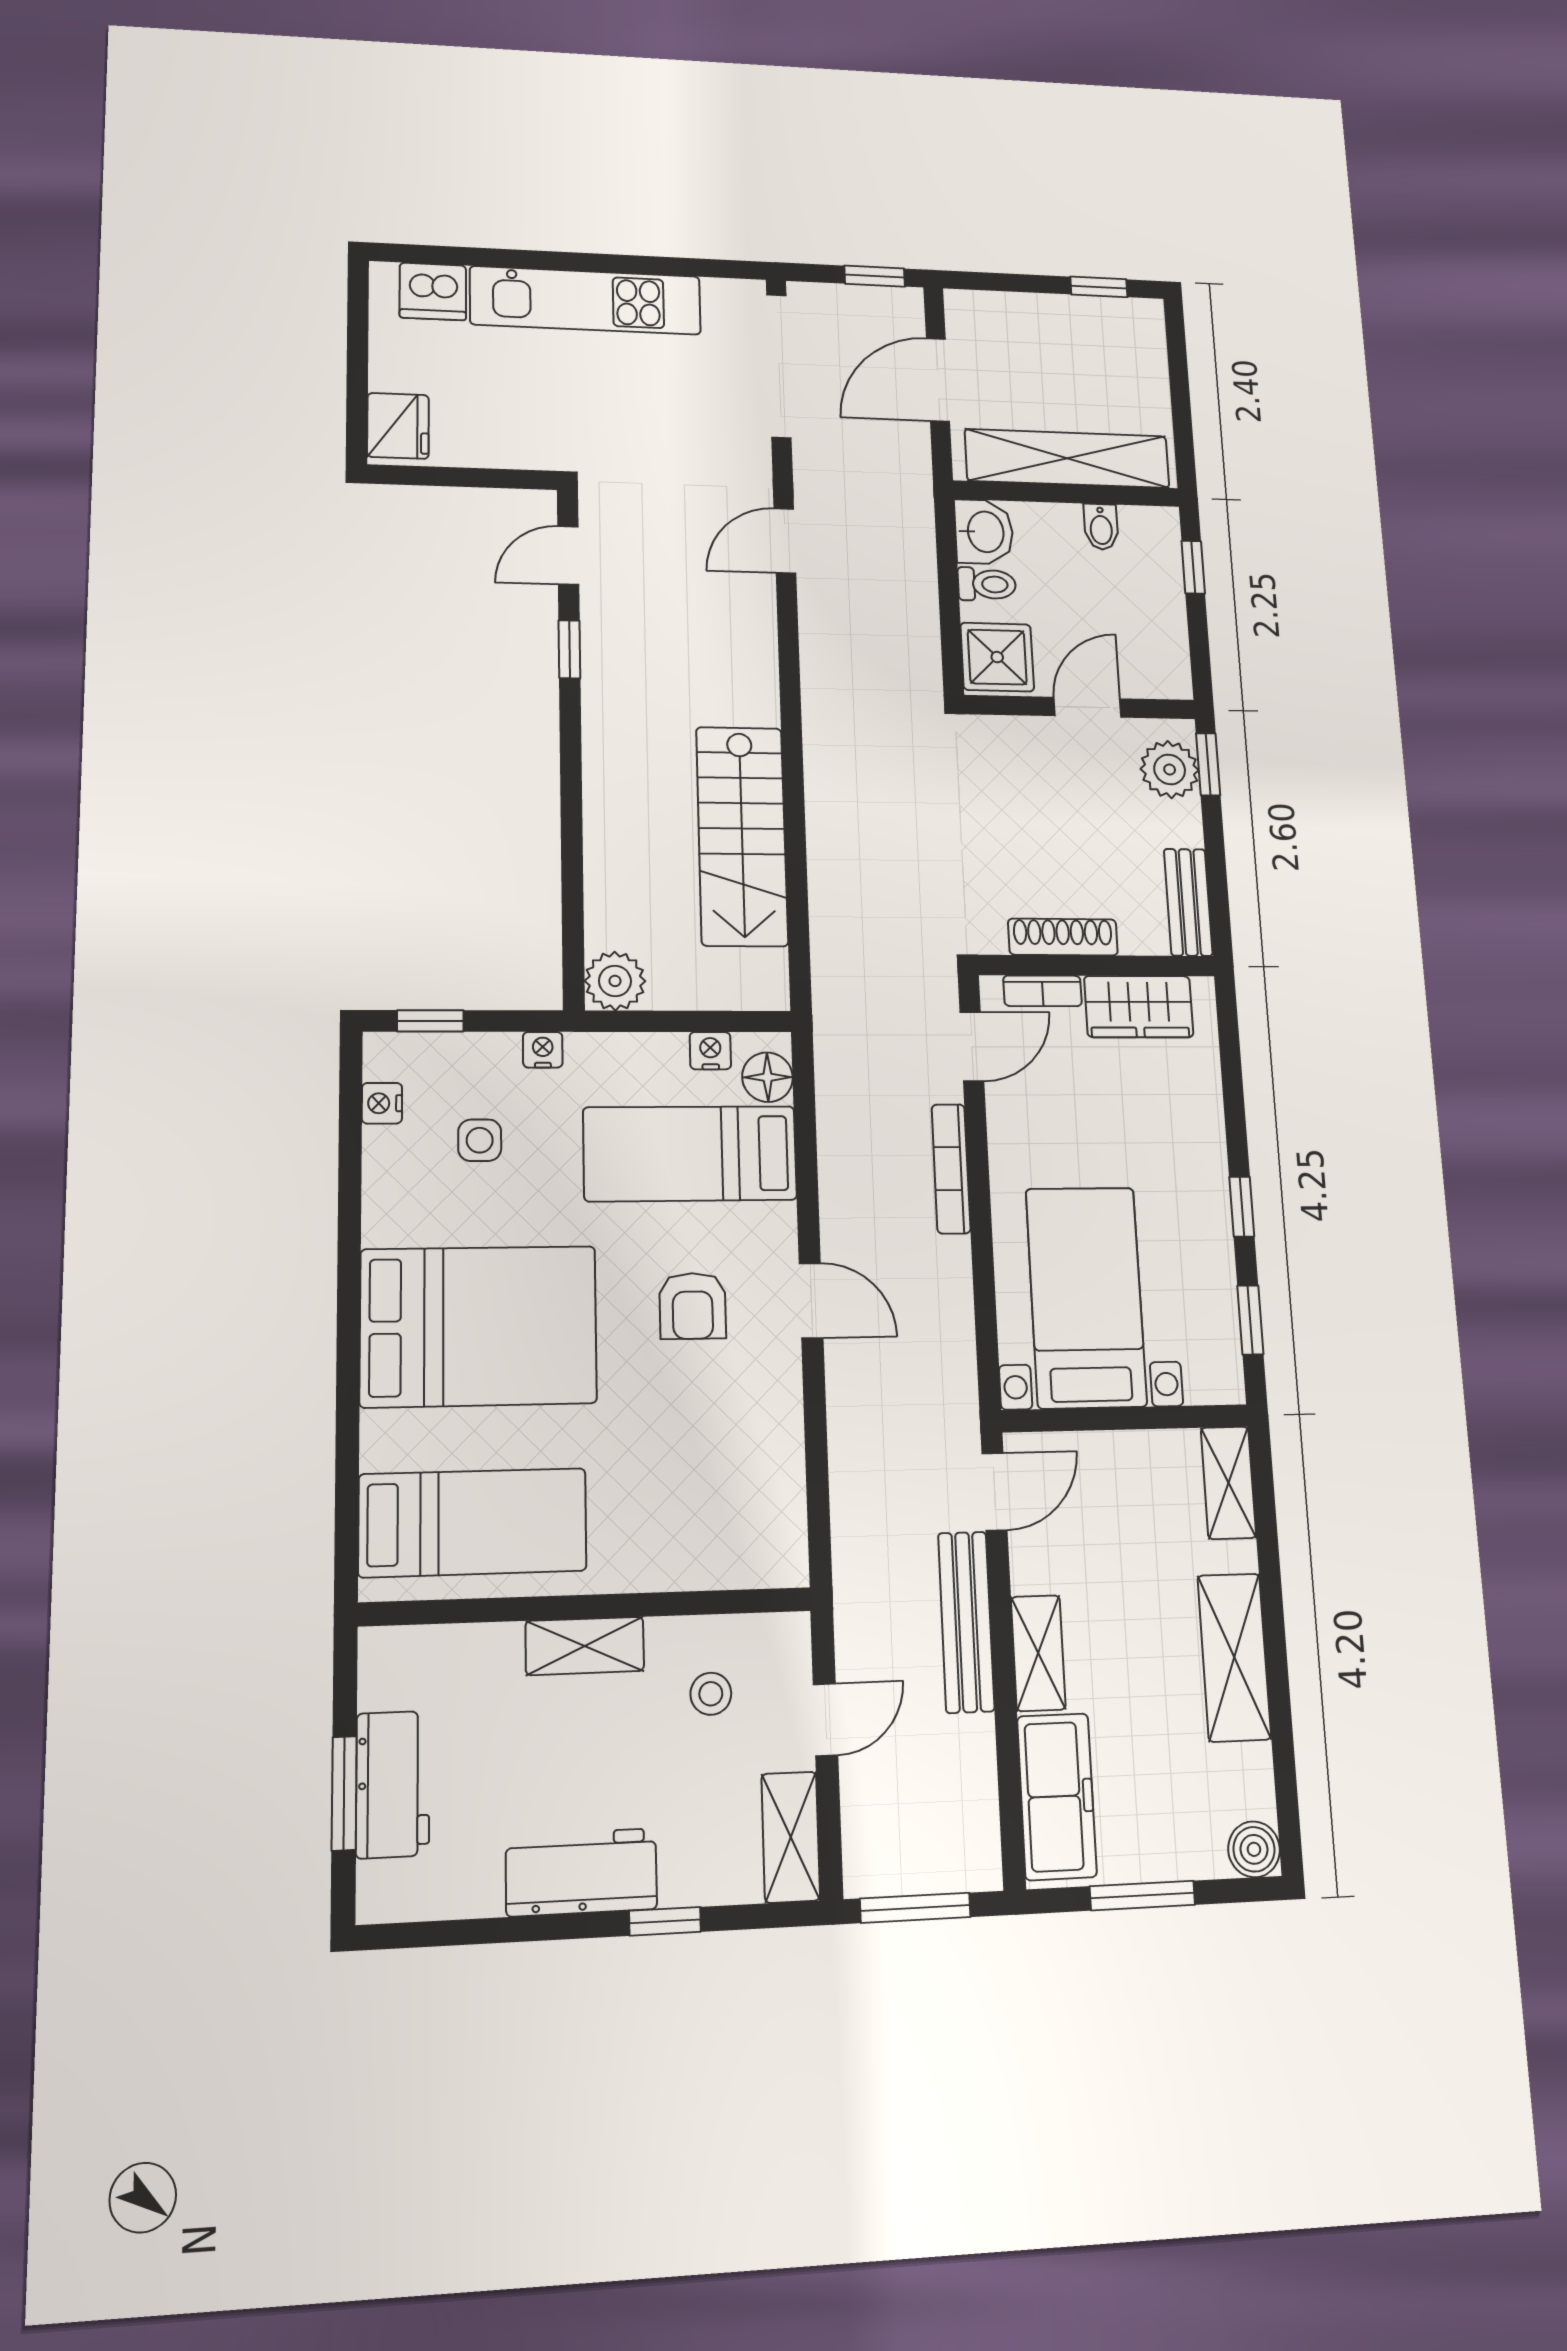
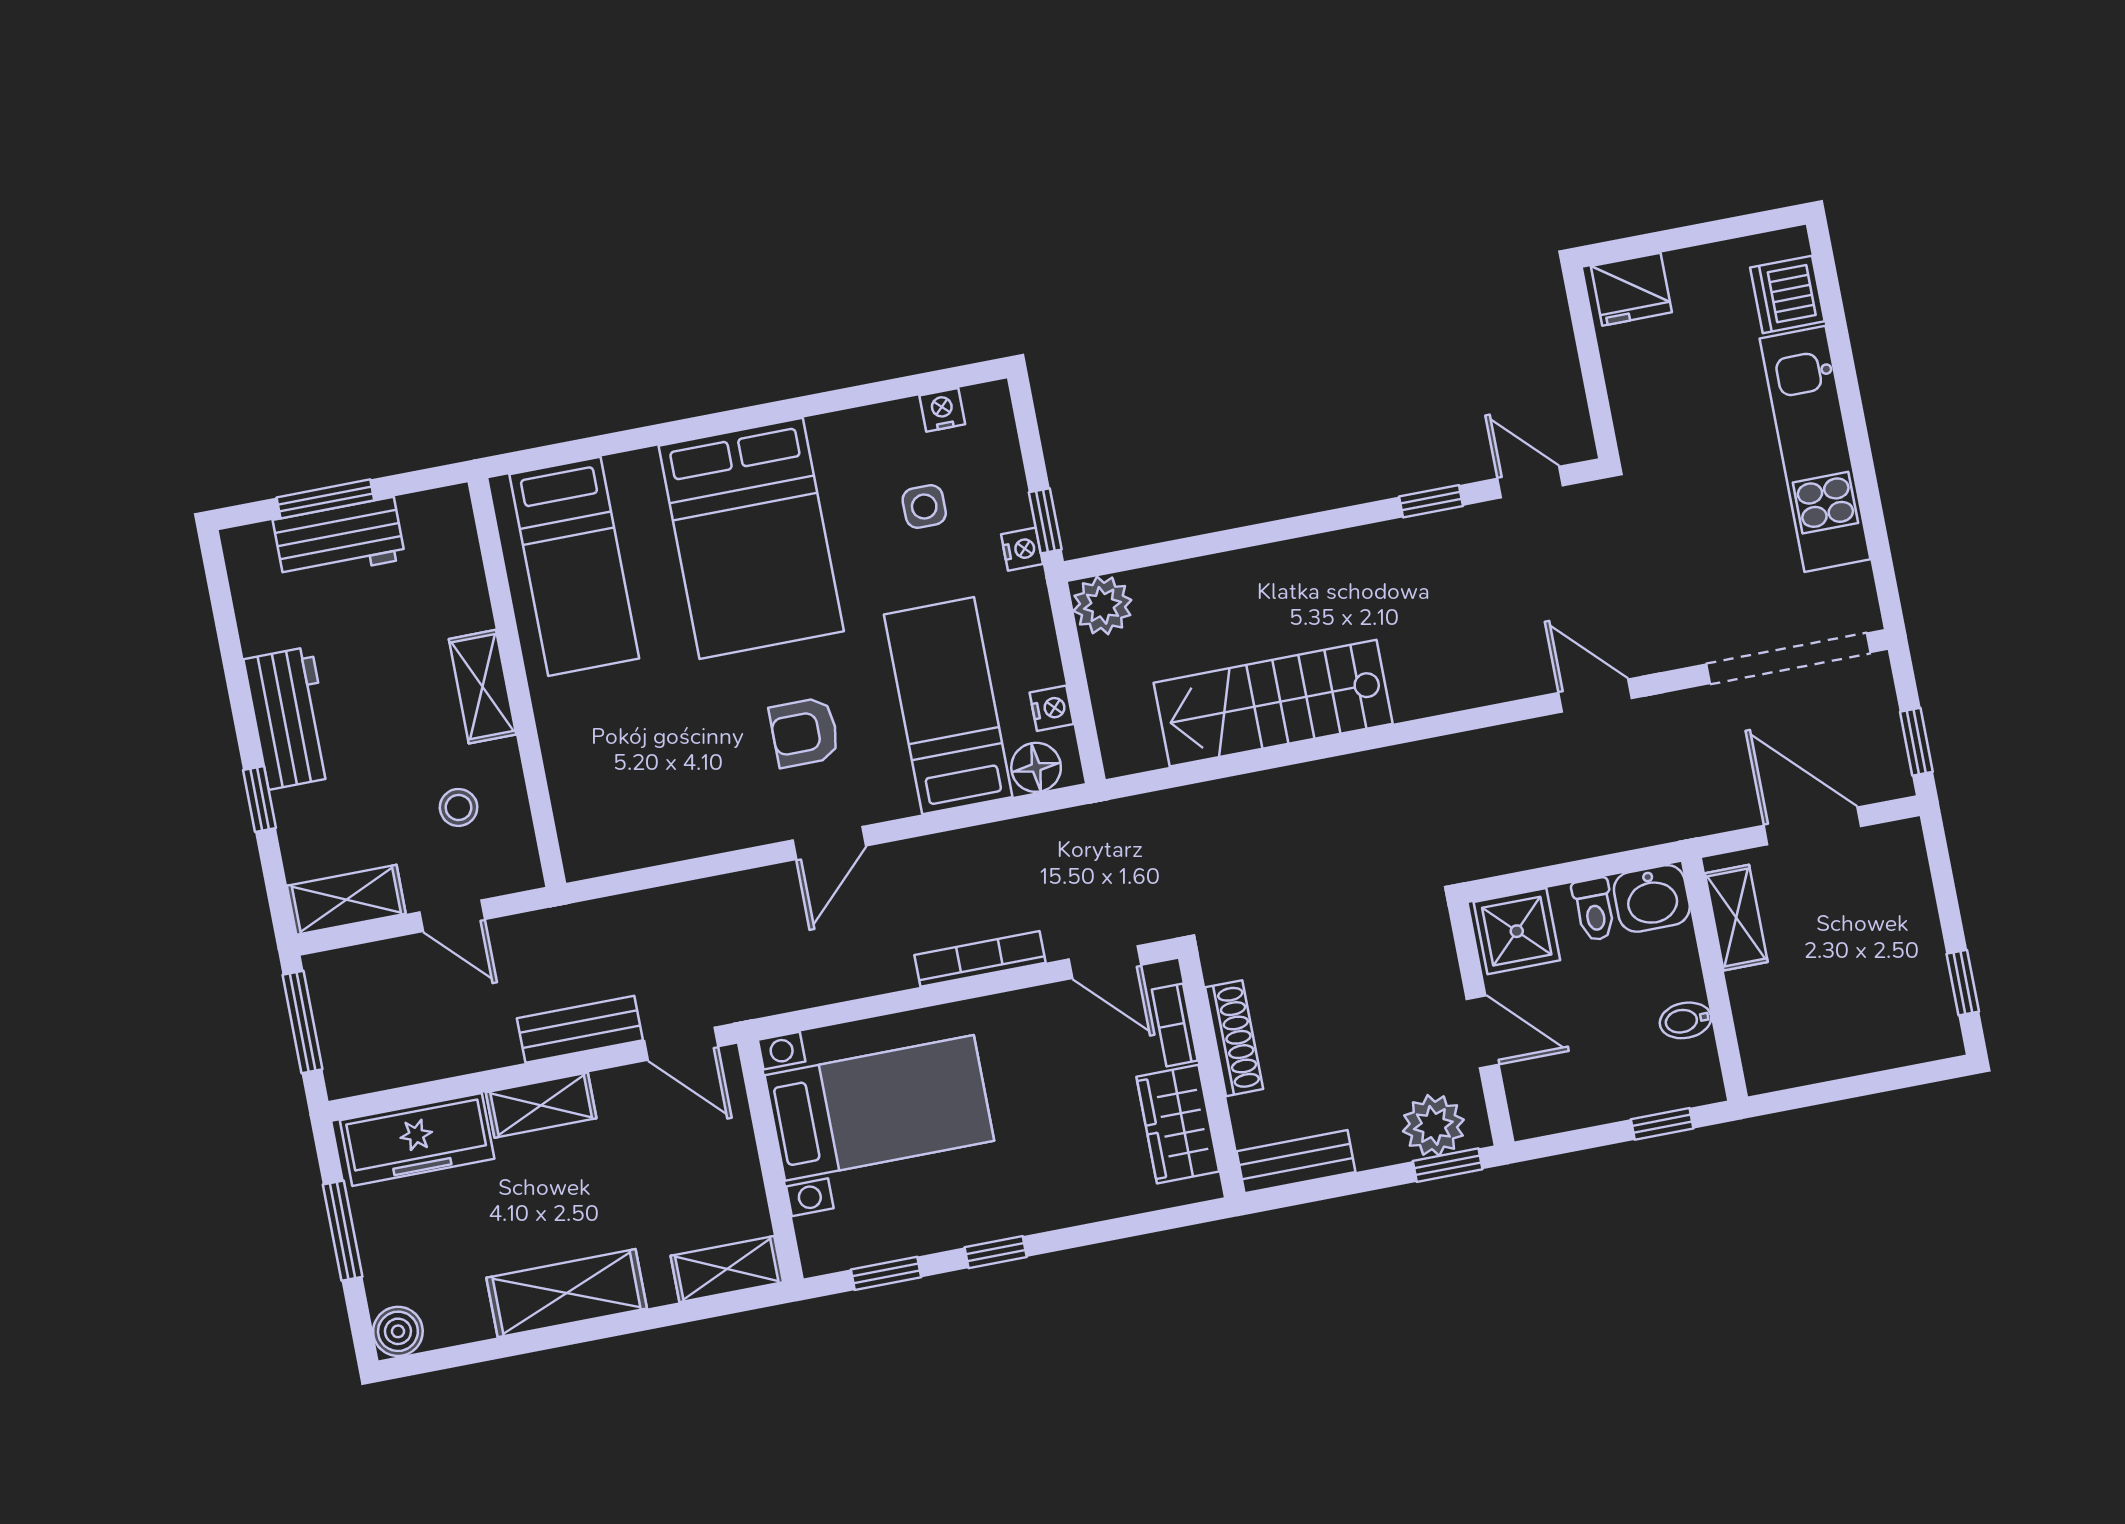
shelving: (1067, 458) -> (1736, 918), width x0.45, depth x0.75
window: (430, 1021) -> (1045, 521), moved
bench: (966, 1622) -> (580, 1029), width x0.73

